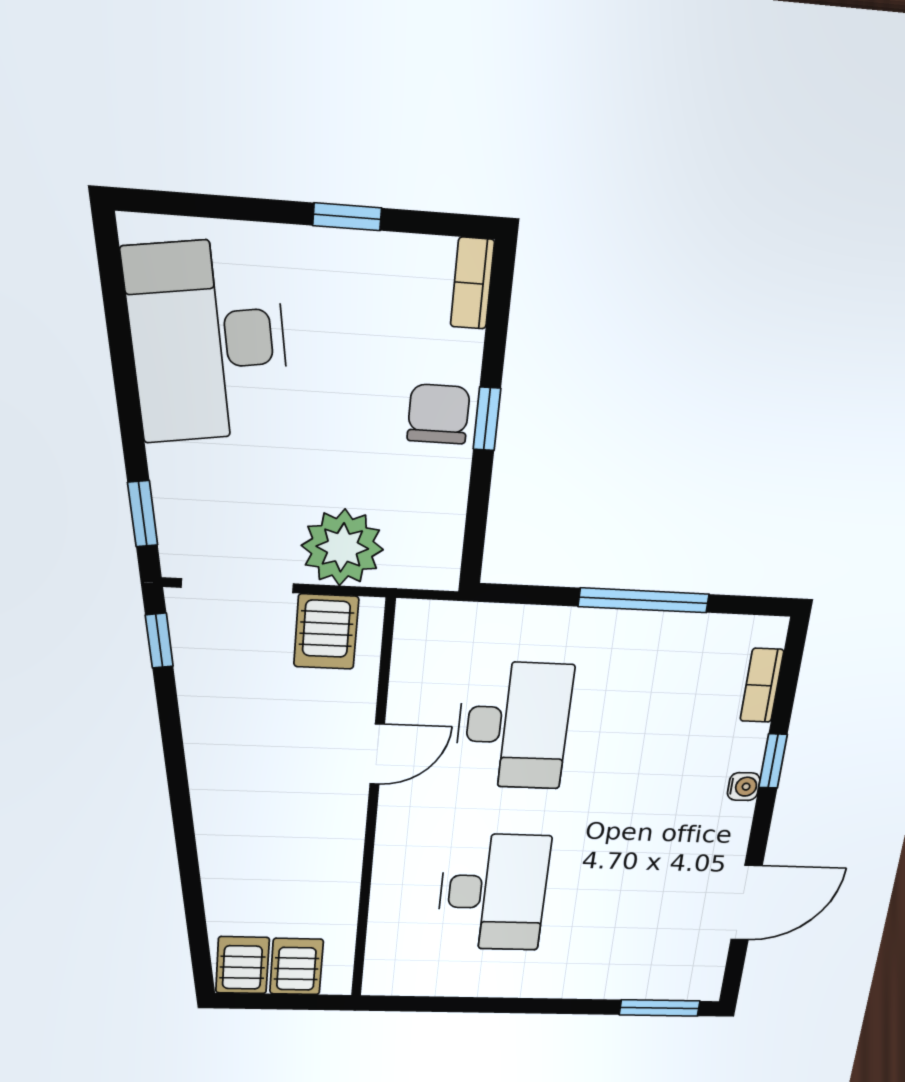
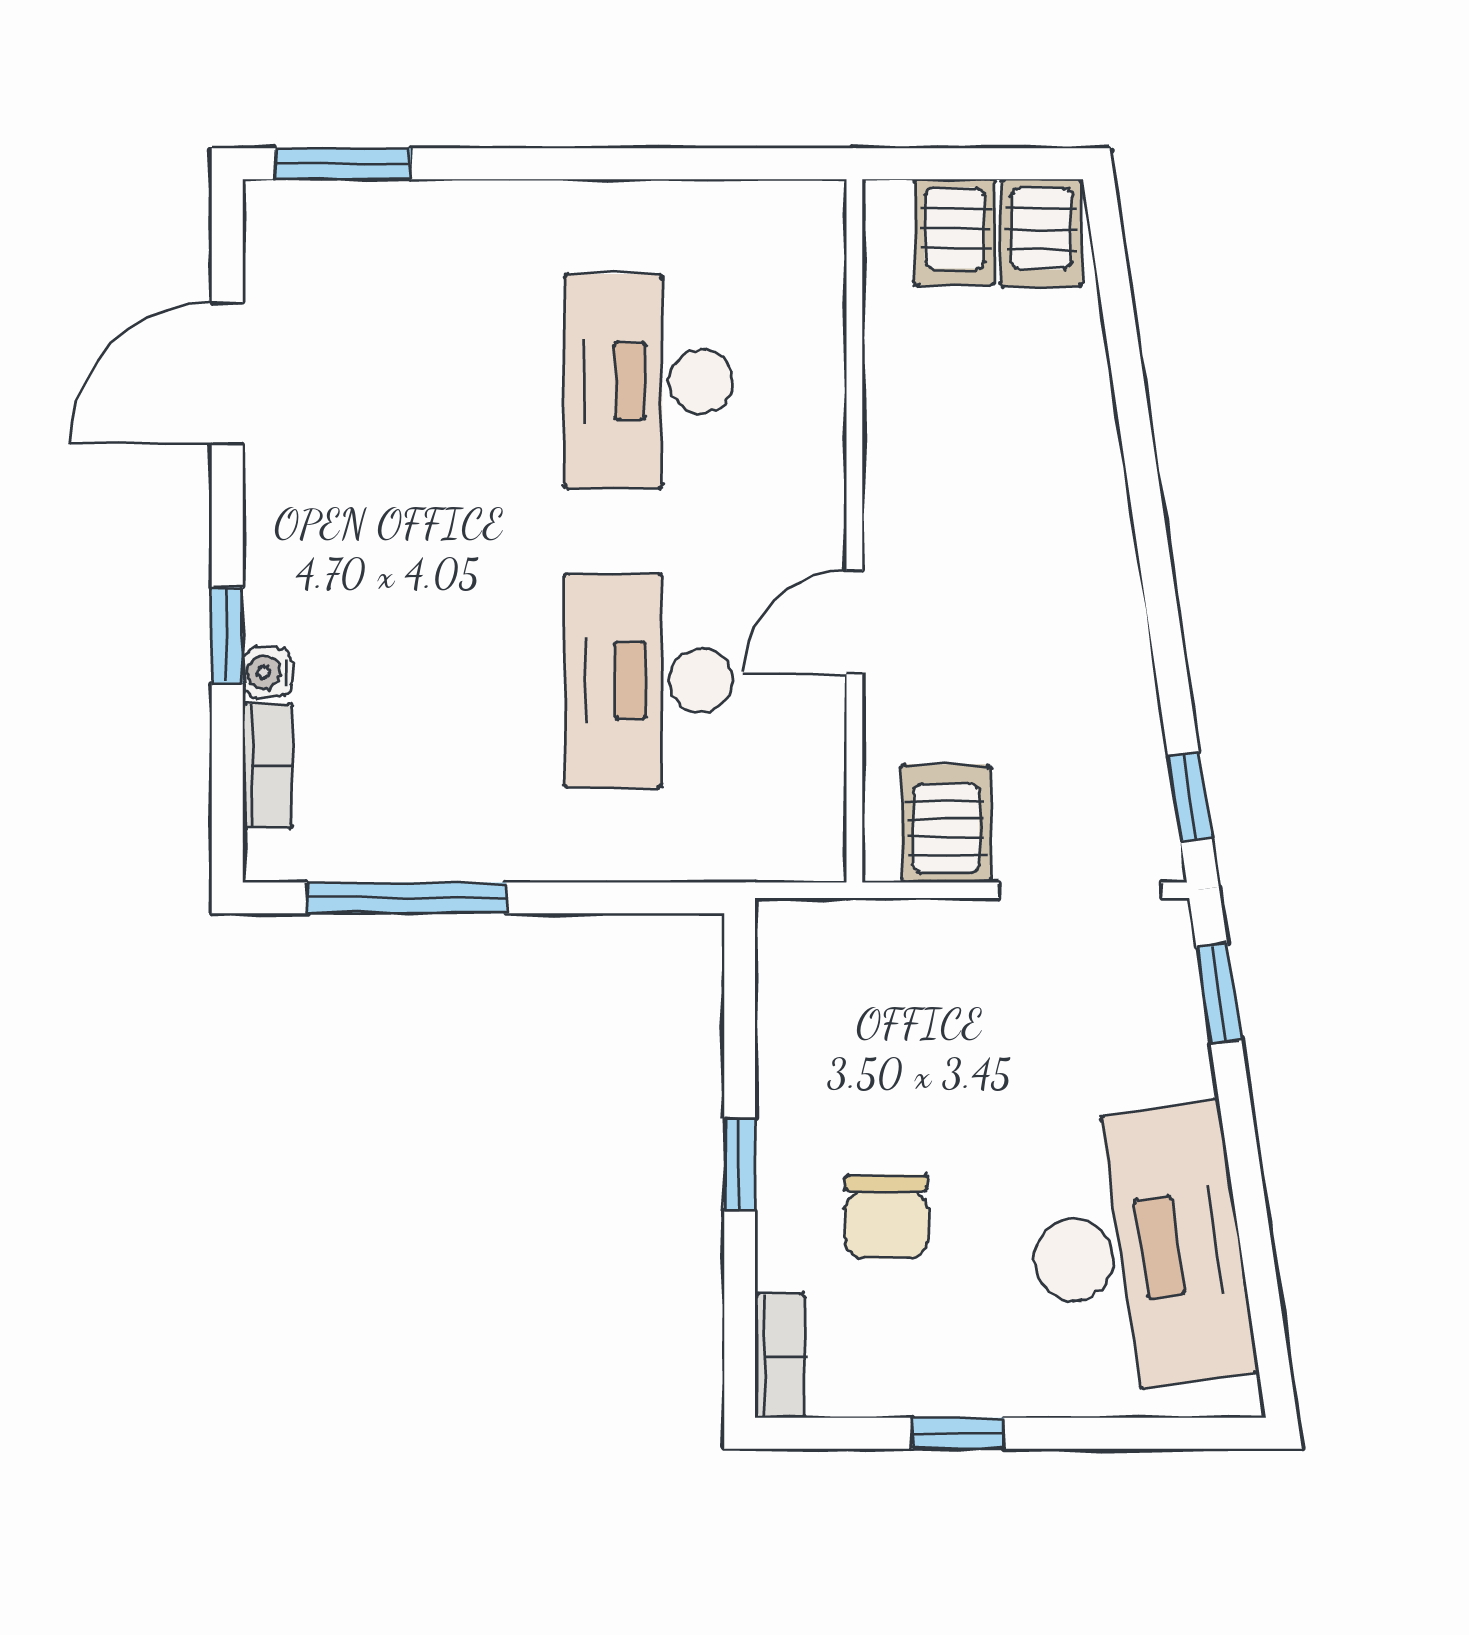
chair: (438, 414) -> (886, 1217), moved
plant: (342, 547) -> (931, 958), removed
window: (644, 600) -> (407, 898), moved
water cooler: (744, 787) -> (267, 672), moved

